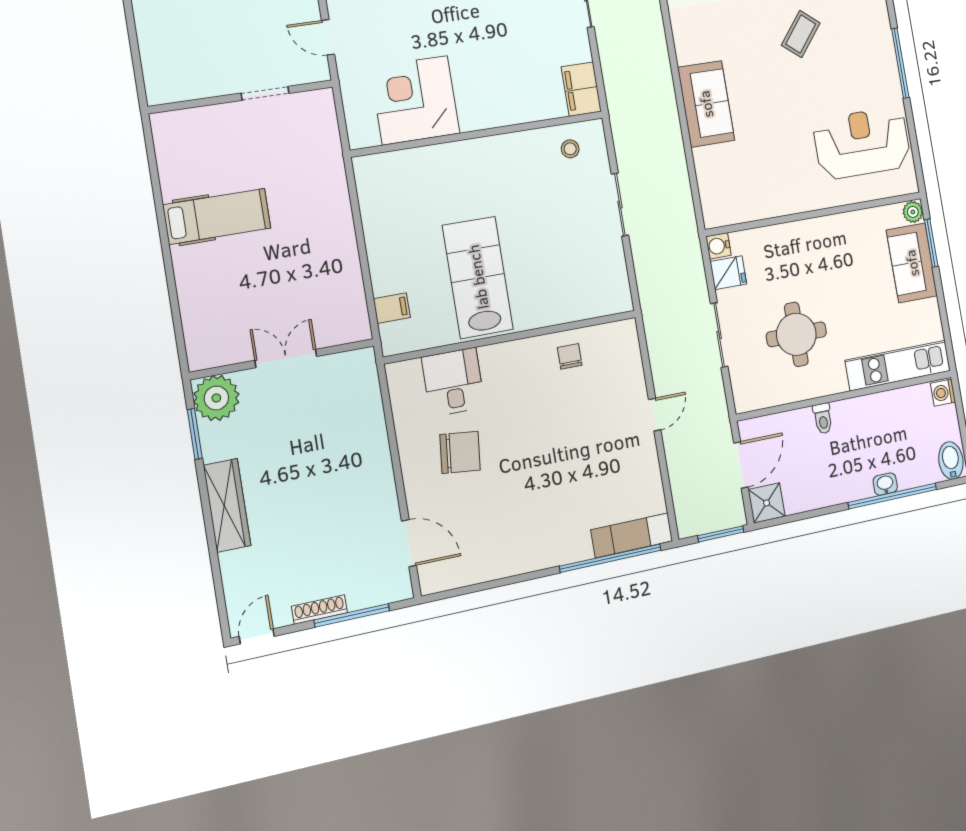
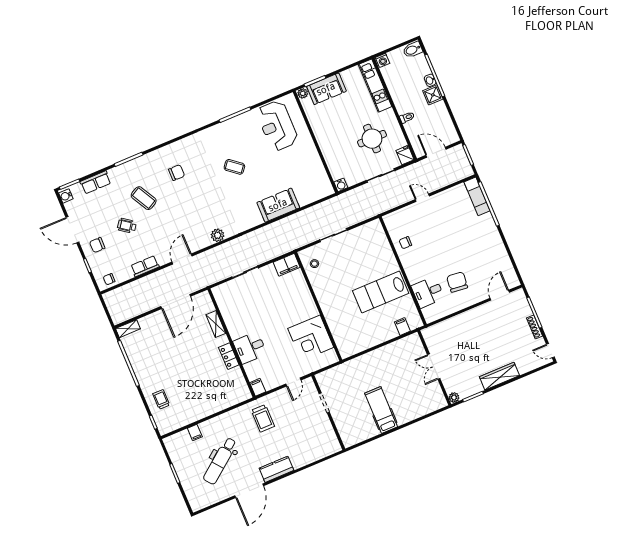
fridge: (728, 273) -> (405, 155), moved
plant: (216, 398) -> (454, 397), width x0.53, depth x0.53
shower: (767, 503) -> (433, 95), moved

